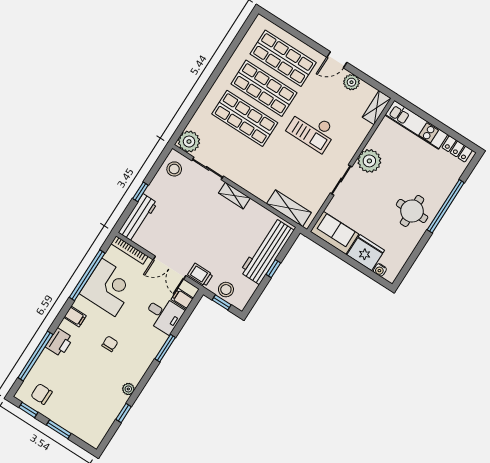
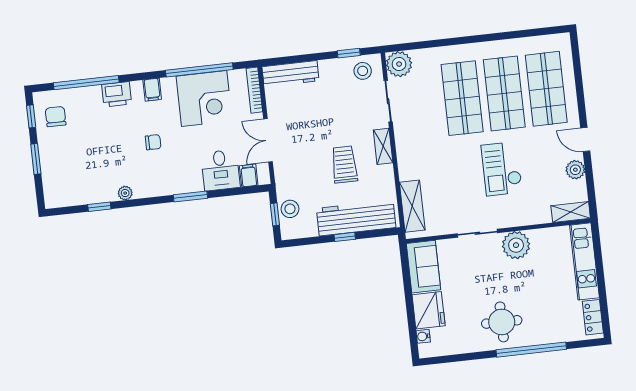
window: (140, 192) -> (349, 53), moved
trolley: (200, 275) -> (344, 164), moved, width x1.36, depth x1.39

